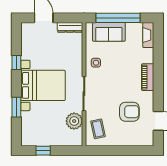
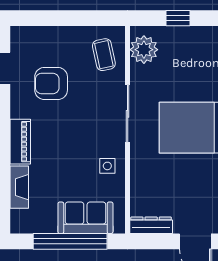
fireplace: (148, 35) -> (19, 187), moved
plant: (74, 121) -> (144, 50), moved
window: (43, 151) -> (178, 18), moved

